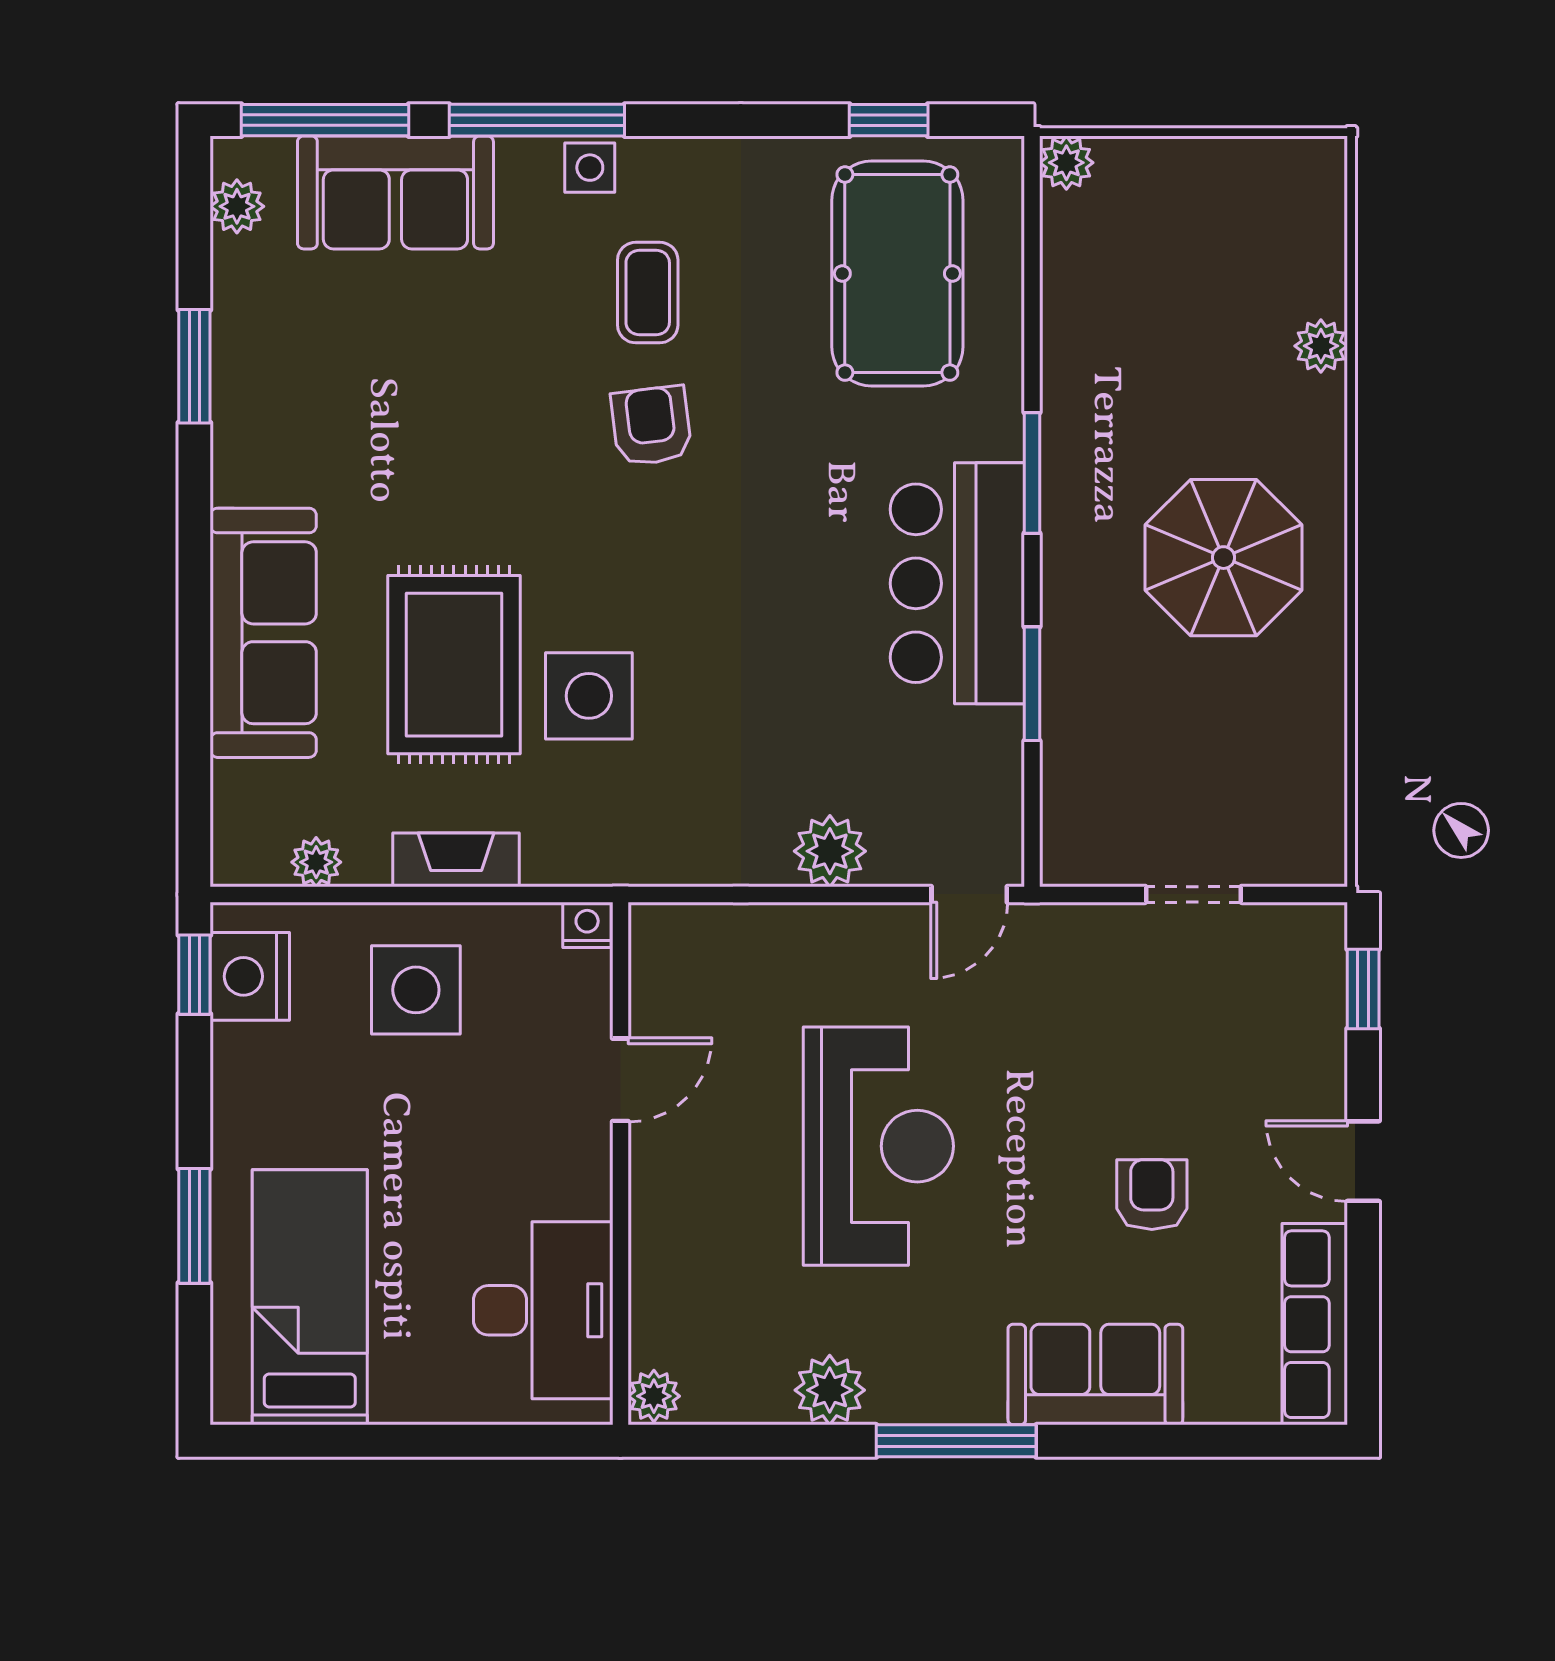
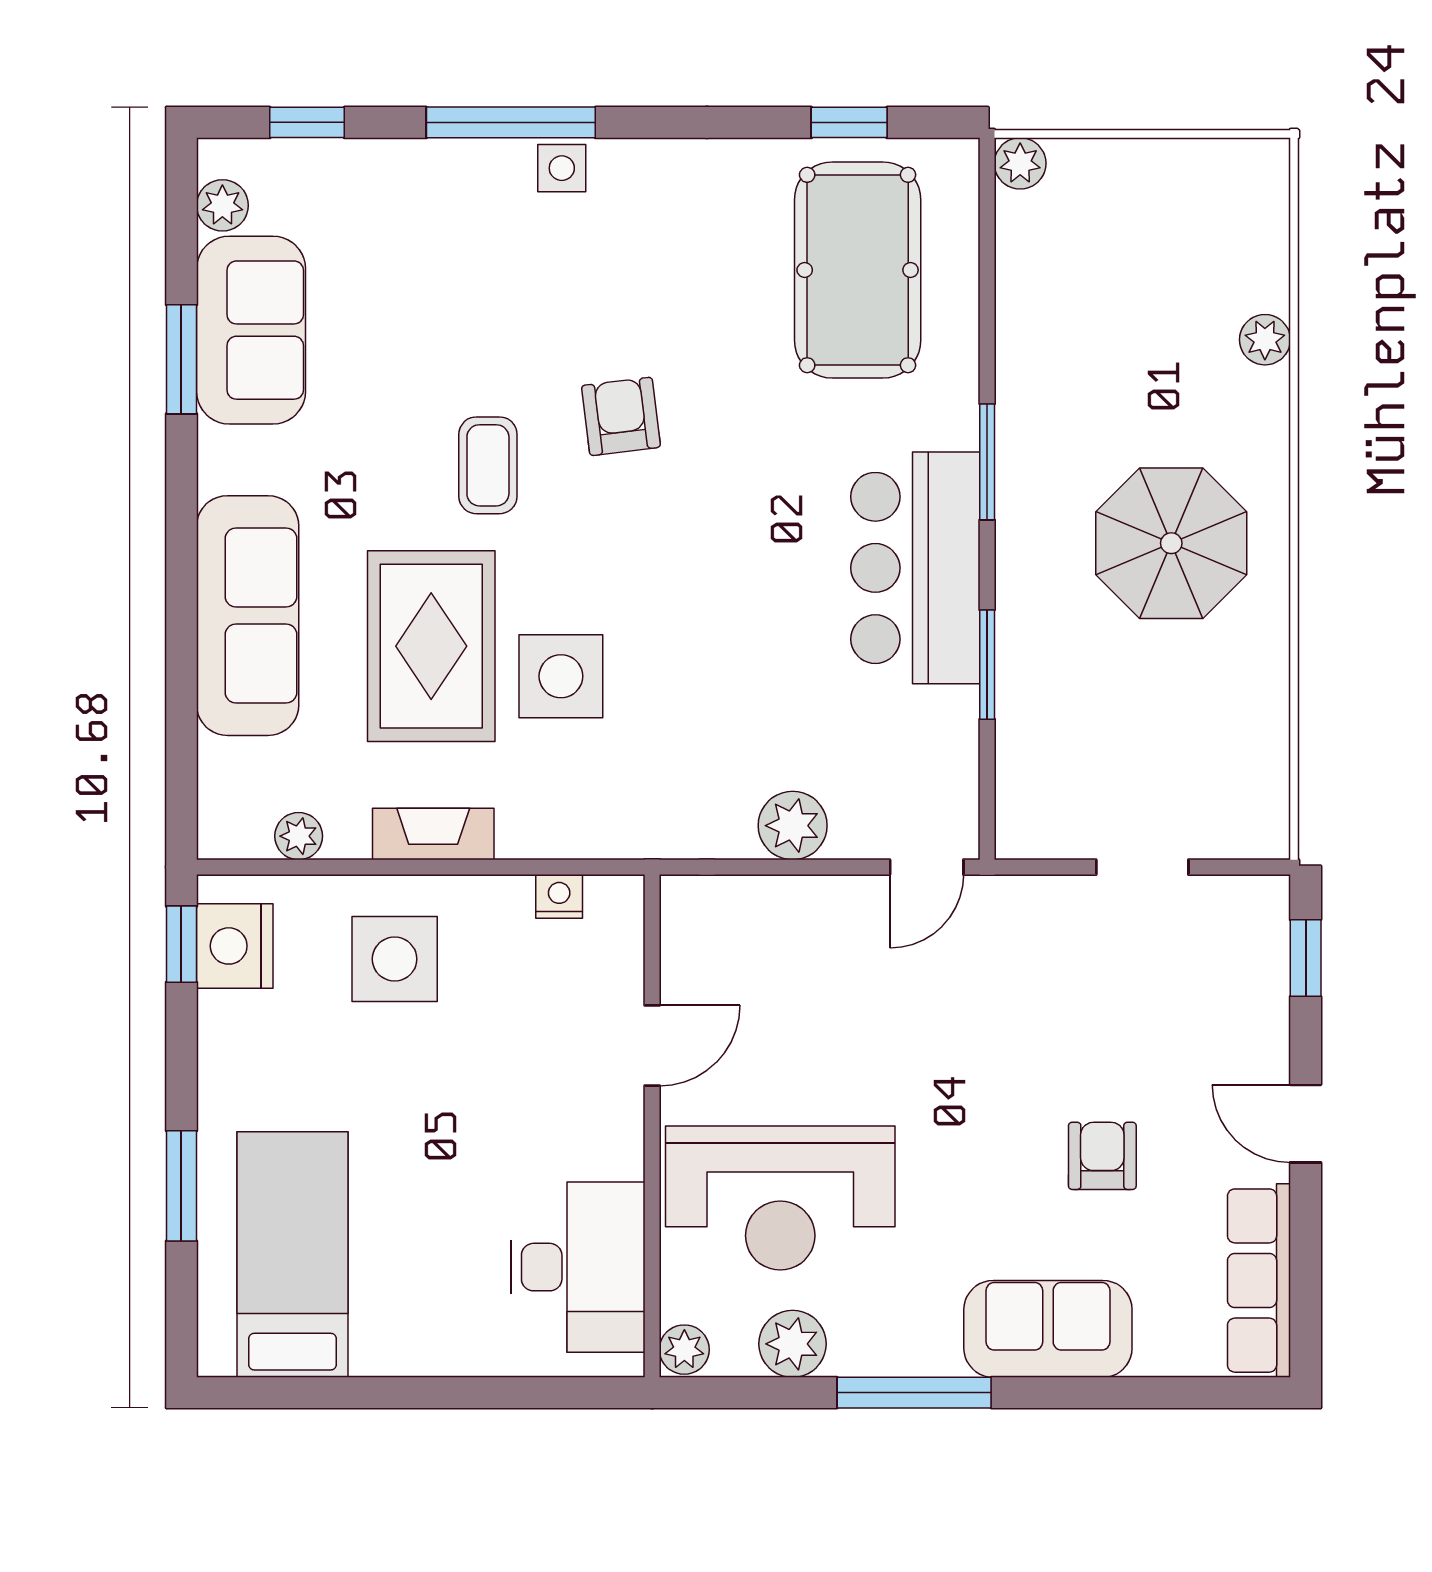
window: (325, 120) -> (307, 122), width x0.46
sofa: (395, 192) -> (251, 330), moved, turned -90
coffee table: (648, 293) -> (488, 465), moved
door: (620, 1080) -> (652, 1045), moved
reception desk: (878, 1146) -> (780, 1198), moved, turned 90
wall: (620, 1164) -> (652, 1126), moved
desk: (543, 1310) -> (578, 1267), moved
plant: (654, 1396) -> (684, 1350), moved

